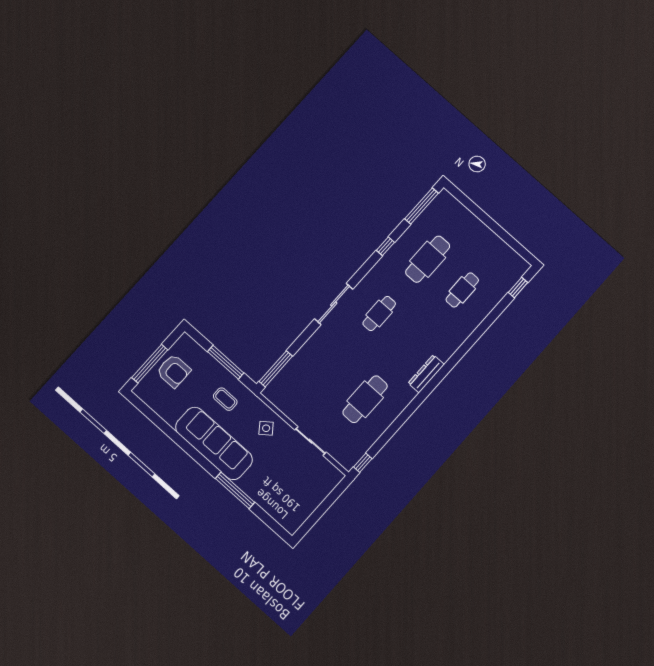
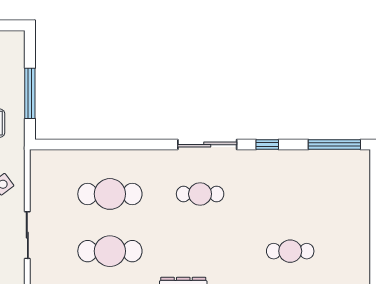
cafe table: (428, 259) -> (110, 194), moved
sliding door: (334, 304) -> (207, 145), moved
window: (276, 369) -> (65, 145), removed

